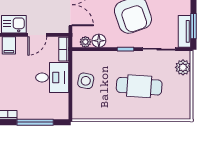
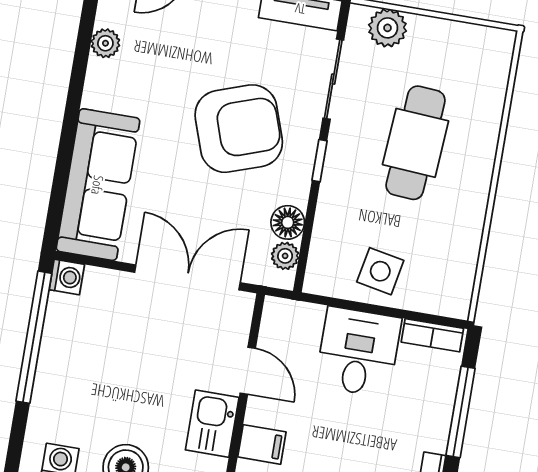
bookcase: (64, 49) -> (432, 335), moved

